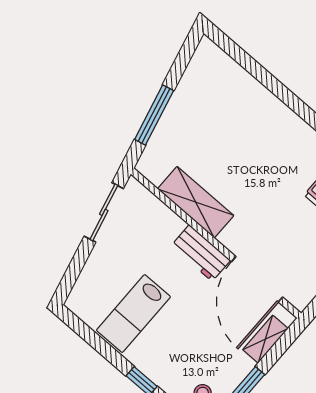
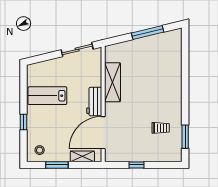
window: (154, 115) -> (148, 32), moved

